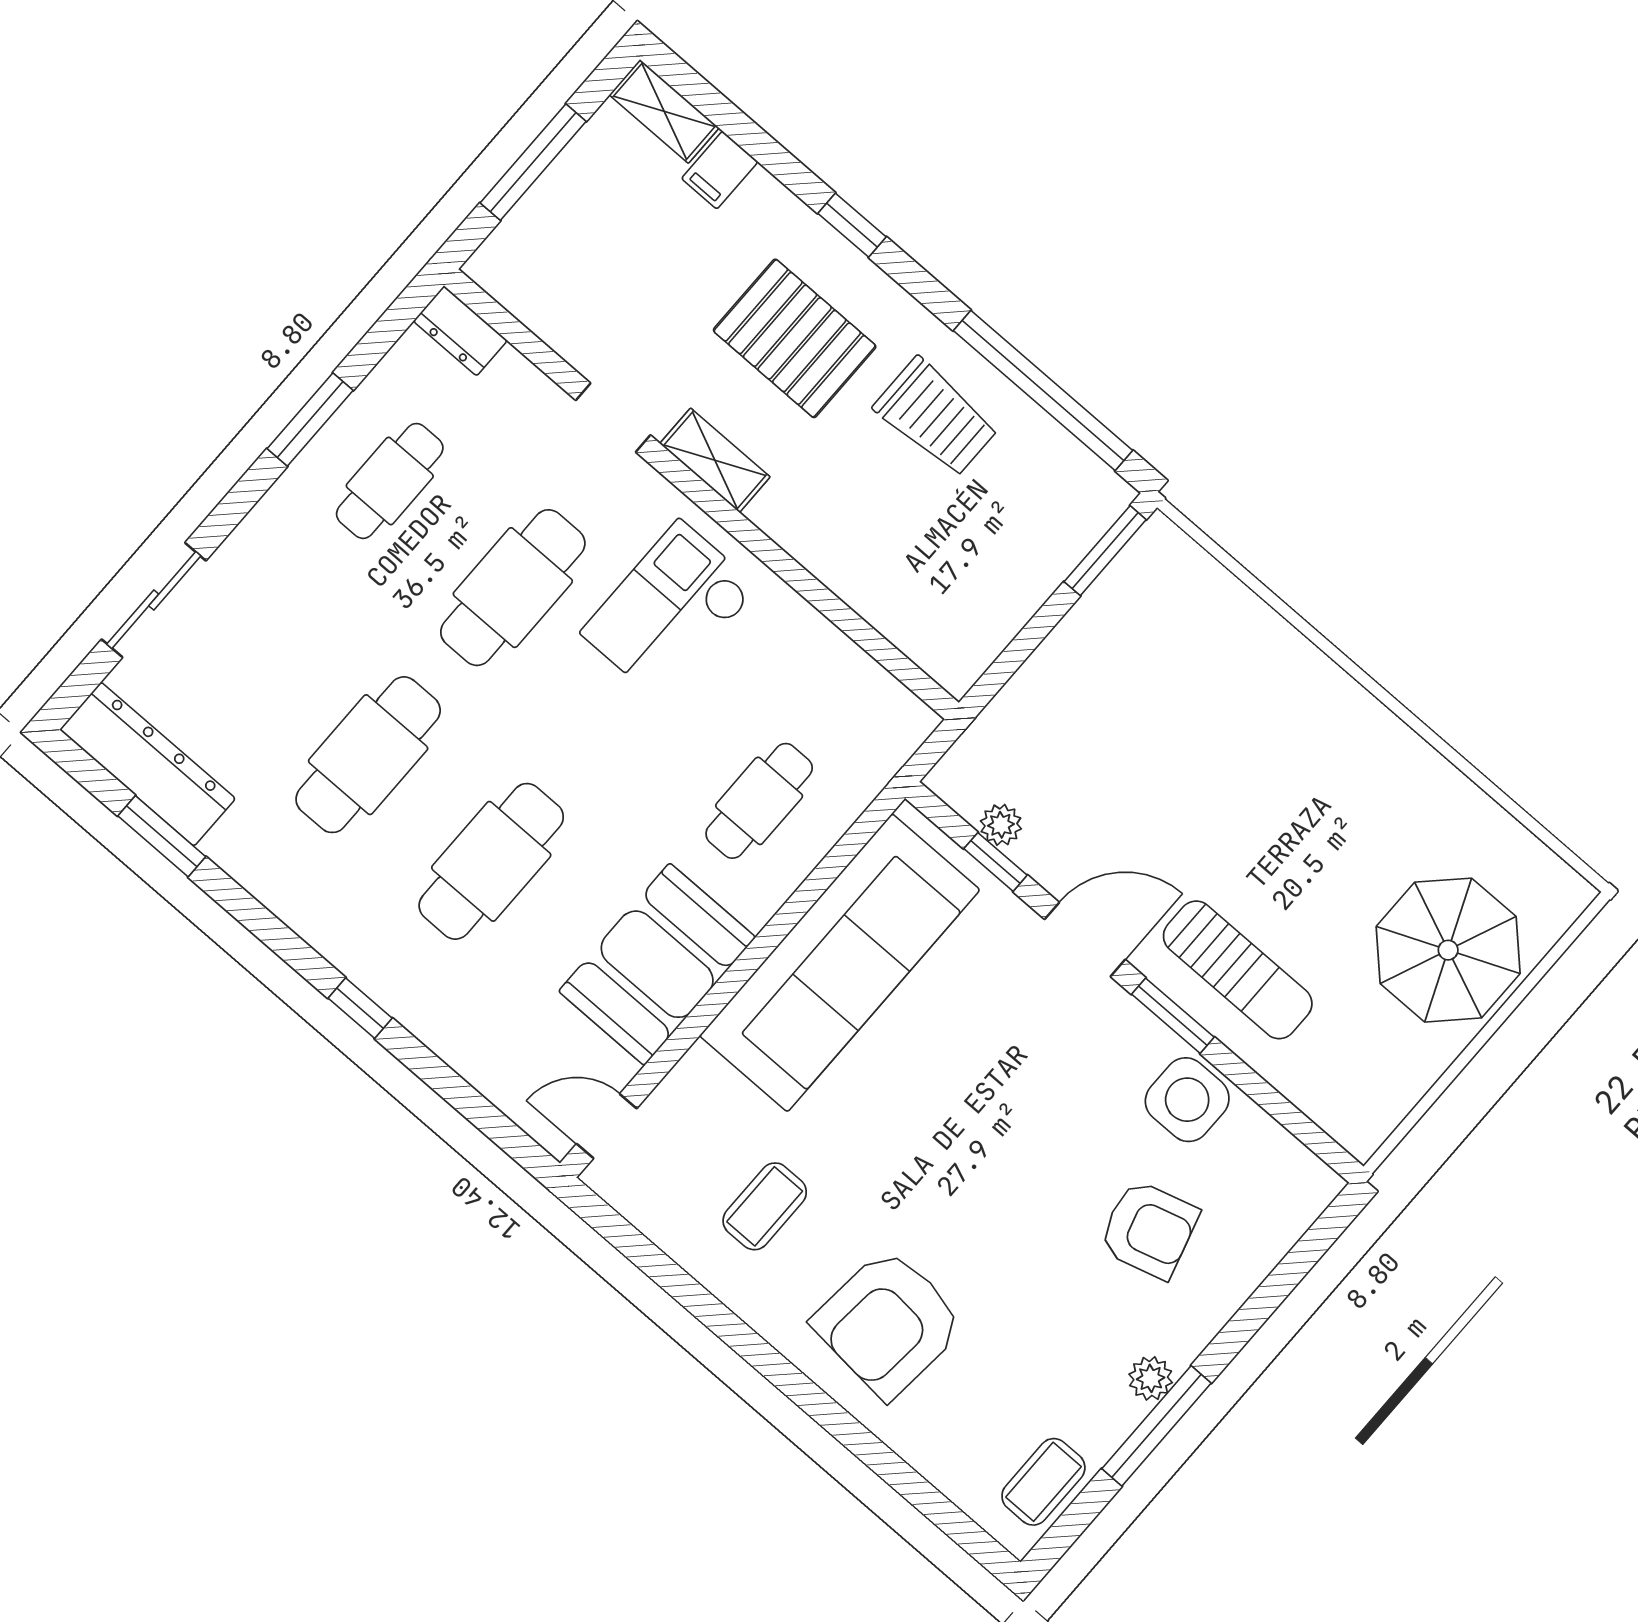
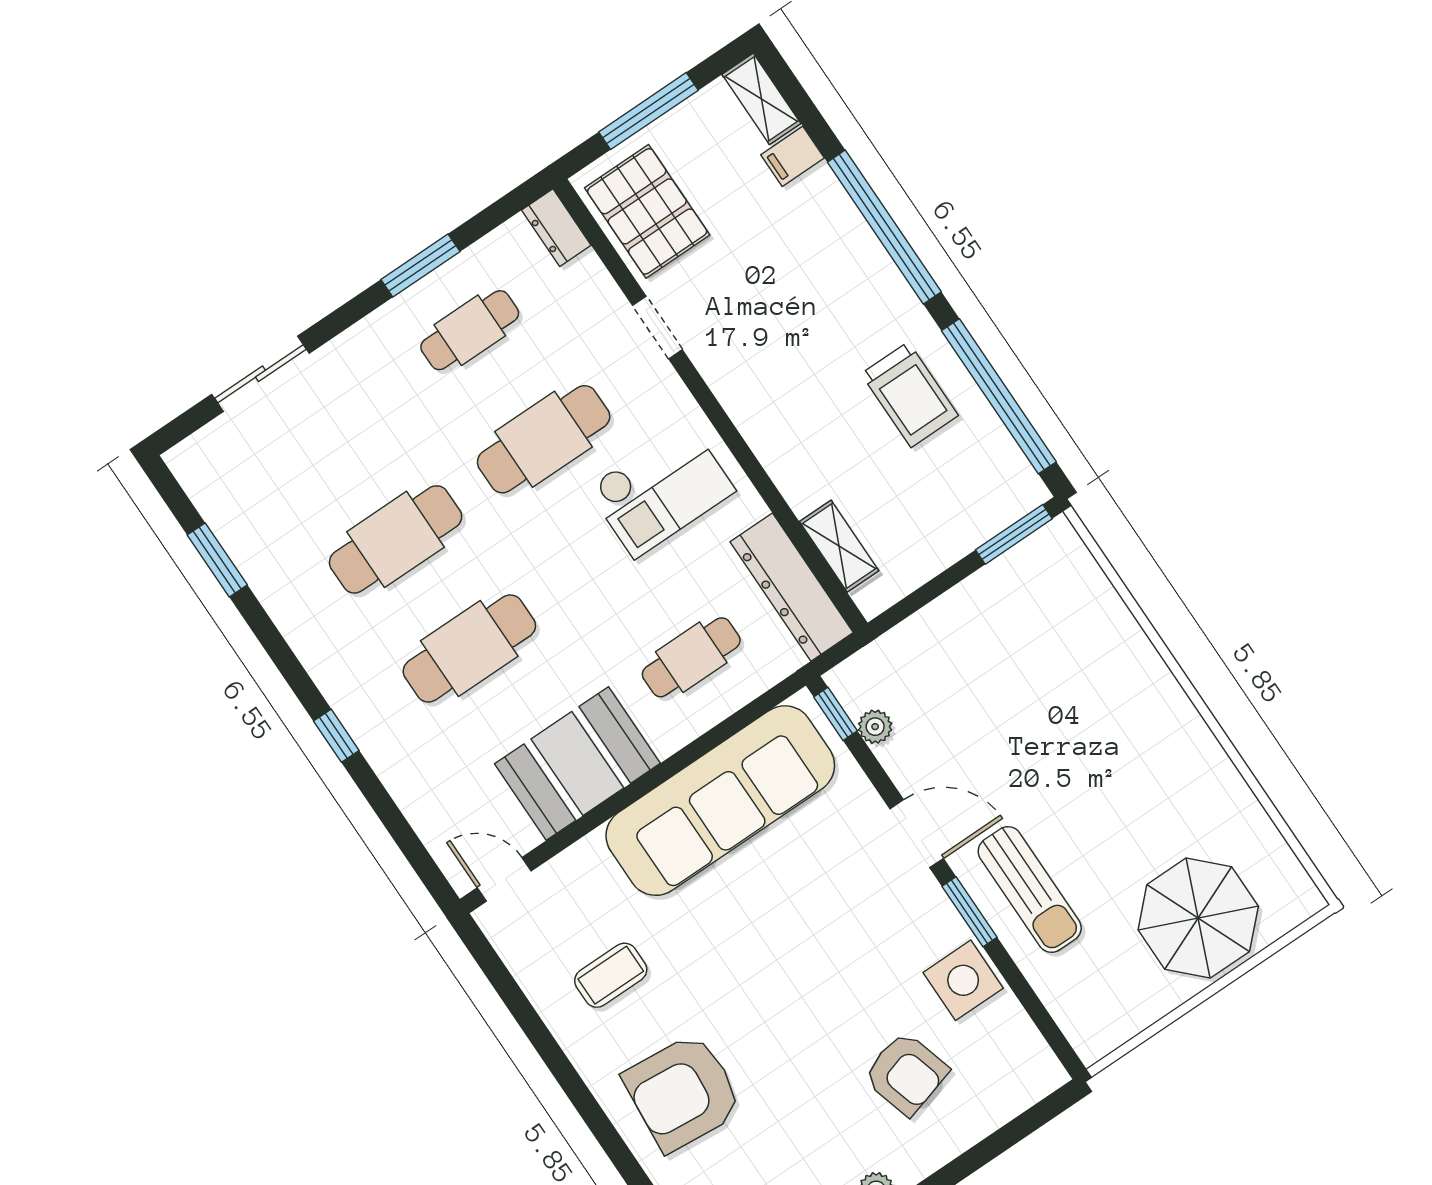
window: (852, 225) -> (884, 227), width x3.17
pallet: (795, 338) -> (647, 211), moved
shelving: (715, 460) -> (839, 546), moved
checkout: (669, 610) -> (661, 490), turned 180
dresser: (147, 764) -> (792, 587), moved, turned 180
window: (995, 862) -> (836, 714), moved

